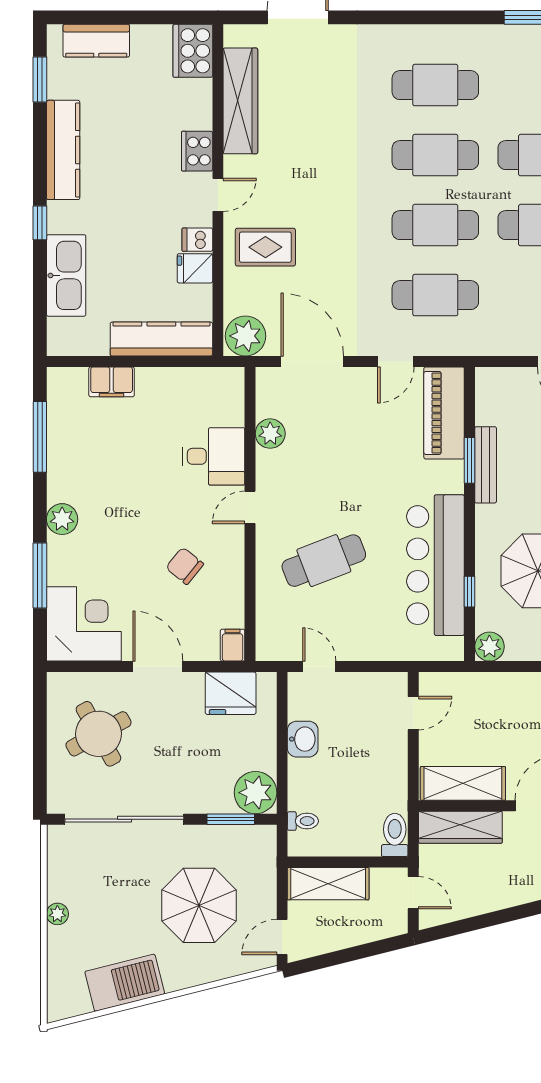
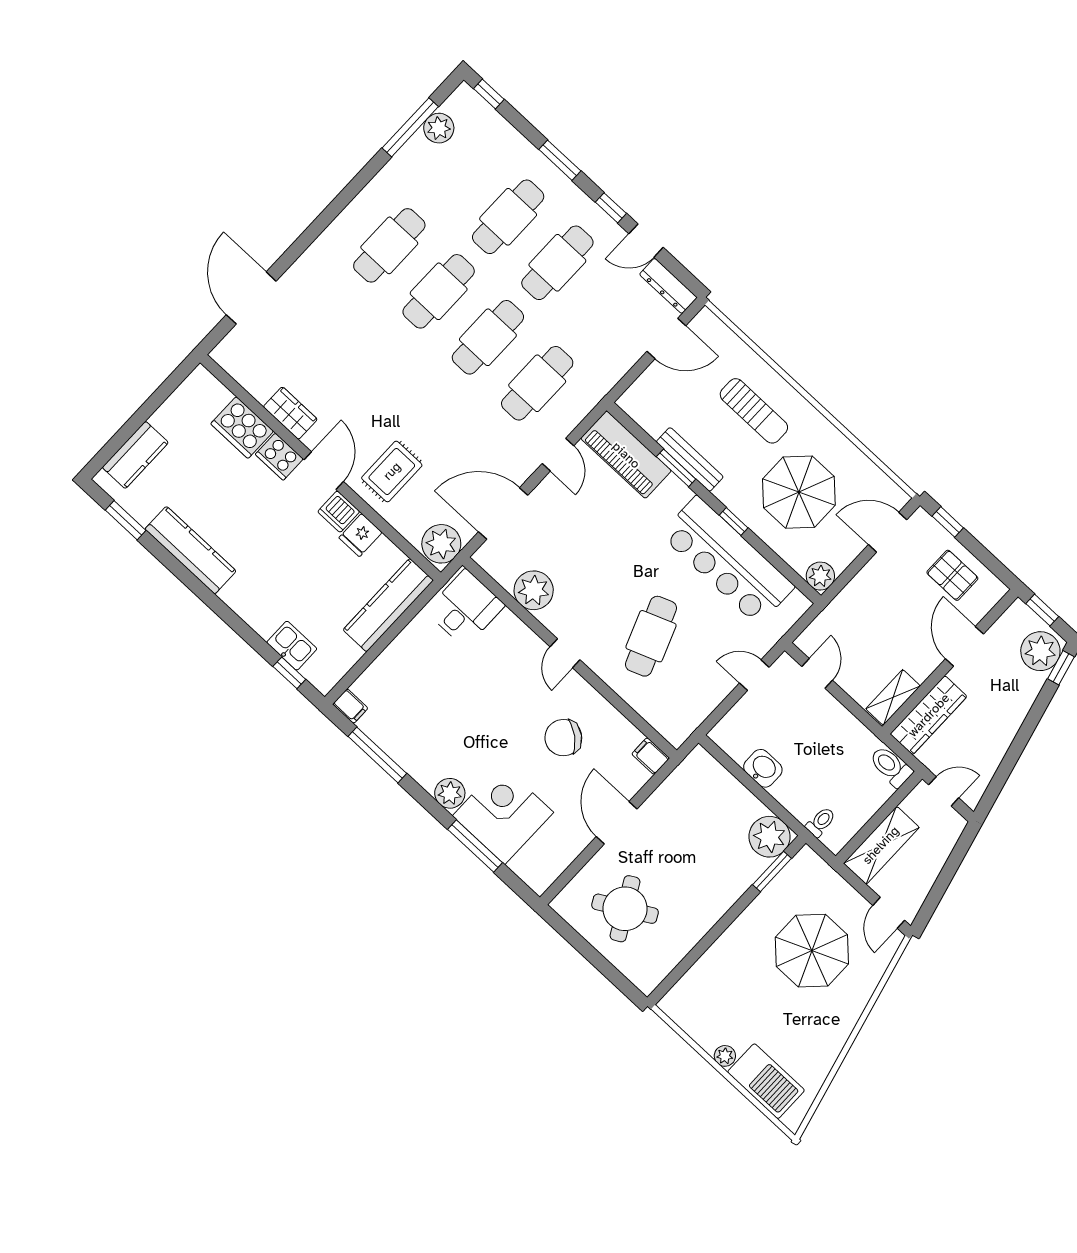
cooker: (193, 51) -> (242, 427), moved
wardrobe: (240, 101) -> (290, 413), width x0.48, depth x0.85
door: (218, 195) -> (324, 471), width x1.38
window: (40, 223) -> (289, 673), moved
dishwasher: (197, 240) -> (339, 512), width x1.38
kitchen sink: (66, 275) -> (292, 646), width x0.53, depth x0.81
filing cabinet: (112, 382) -> (350, 706), moved, width x0.50
plant: (270, 434) -> (534, 590), width x1.36, depth x1.36
desk: (214, 456) -> (465, 608), moved
chair: (185, 566) -> (563, 738), width x1.37, depth x1.37
window: (469, 592) -> (734, 521), moved
corner desk: (84, 624) -> (503, 814), moved
door: (158, 667) -> (617, 823), hinge flipped
door: (319, 667) -> (754, 675), moved
fridge: (231, 693) -> (683, 789), removed
shelving: (463, 783) -> (893, 697), width x0.67, depth x0.75
sliding door: (124, 819) -> (702, 946), removed
barbecue: (125, 983) -> (766, 1081), moved, turned 104

